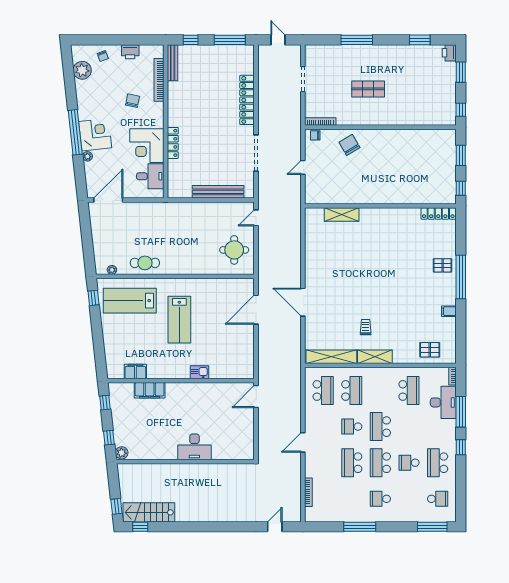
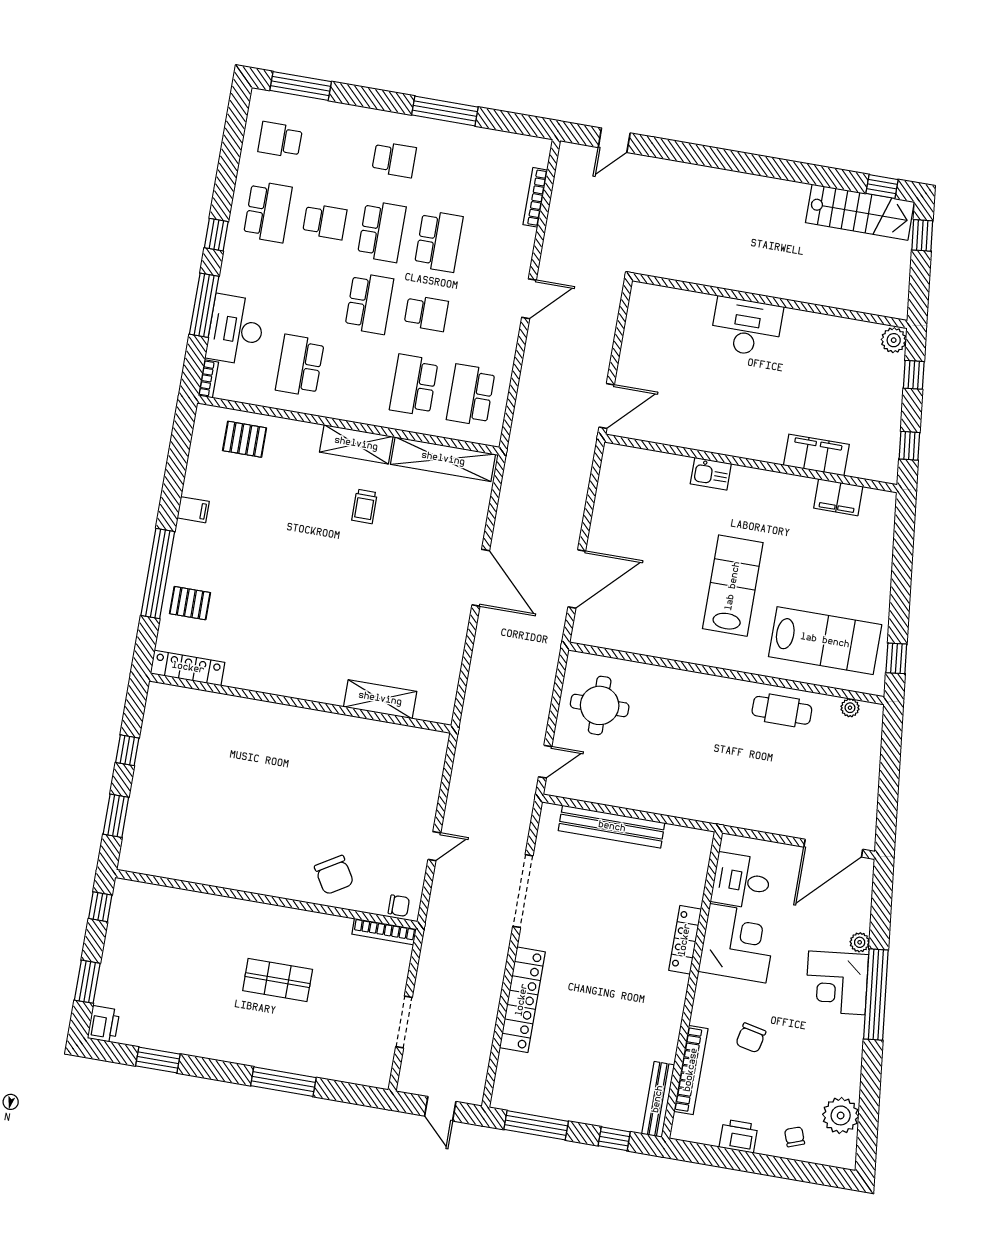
wall: (380, 206) -> (300, 703), moved
locker: (438, 214) -> (188, 668), moved
shelving: (342, 215) -> (380, 699), moved

